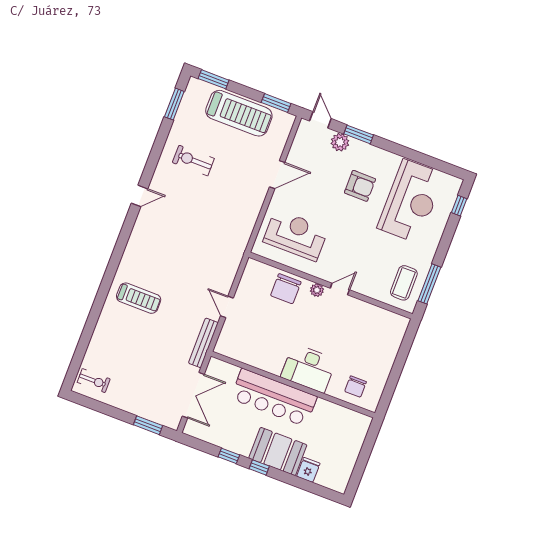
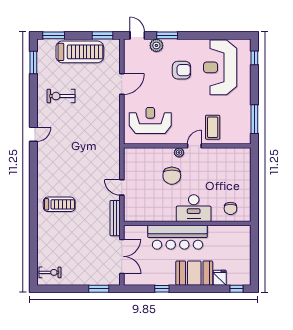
reception desk: (411, 201) -> (220, 67), turned 180
coffee table: (404, 283) -> (213, 127), moved
chair: (286, 289) -> (172, 176), moved
window: (259, 467) -> (237, 289), moved

